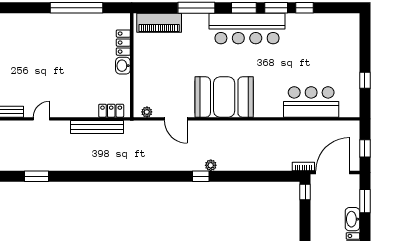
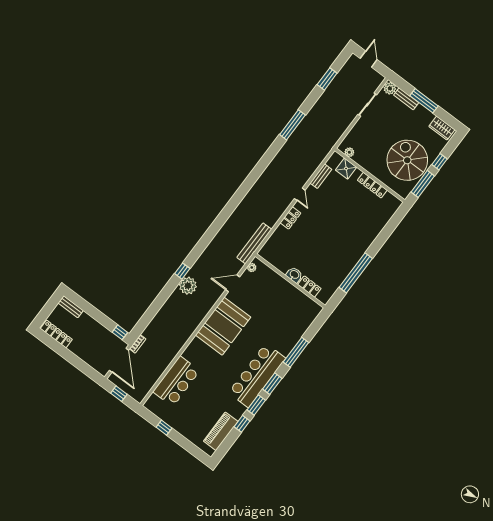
piano: (159, 23) -> (221, 431), moved
locker: (111, 111) -> (290, 218), moved
bench: (97, 127) -> (254, 243), moved
plant: (211, 165) -> (188, 286), width x1.88, depth x1.88
window: (37, 176) -> (264, 162), removed
window: (365, 201) -> (84, 367), removed
washbasin: (352, 219) -> (78, 350), removed

